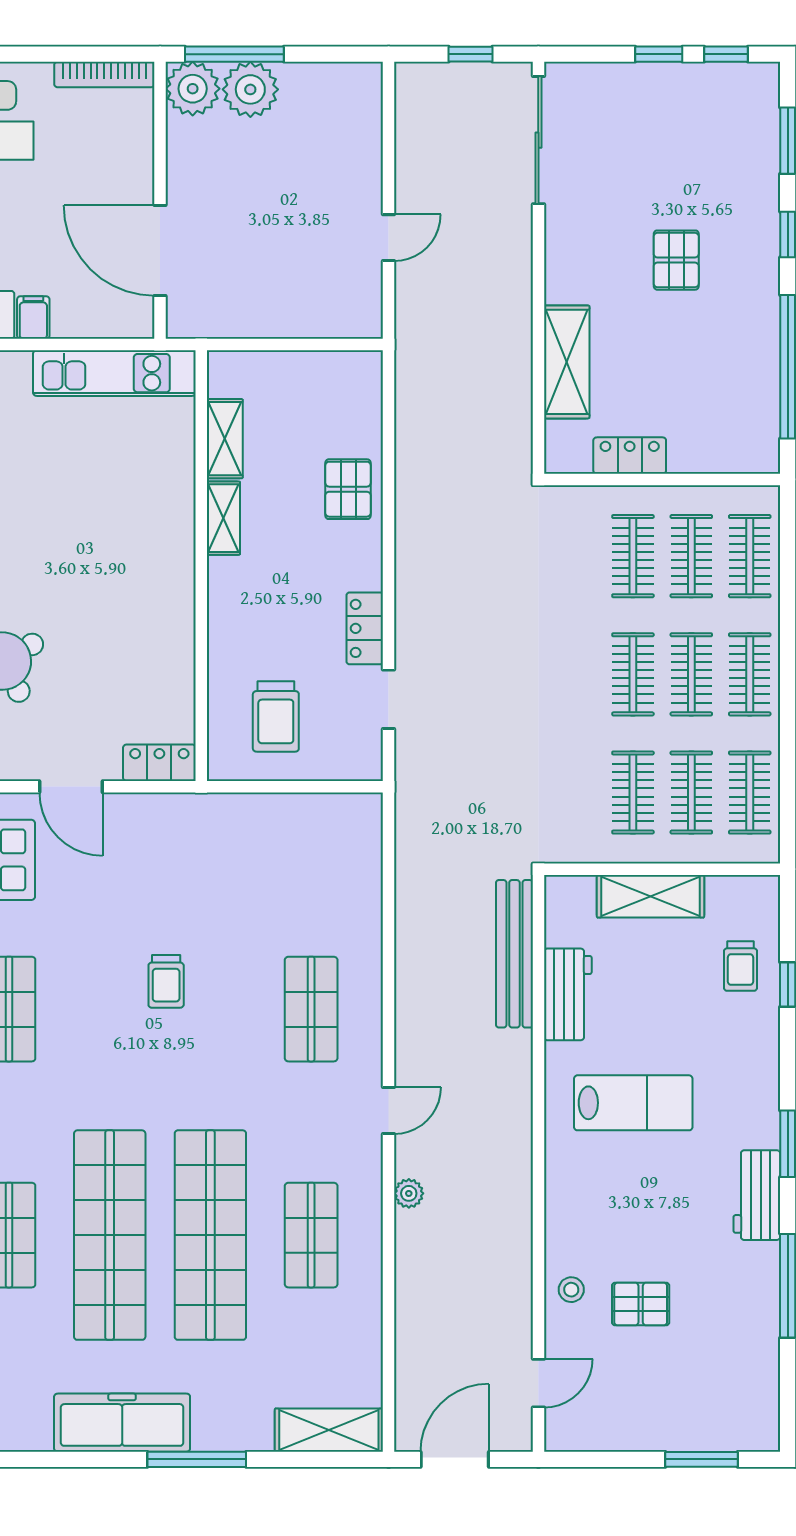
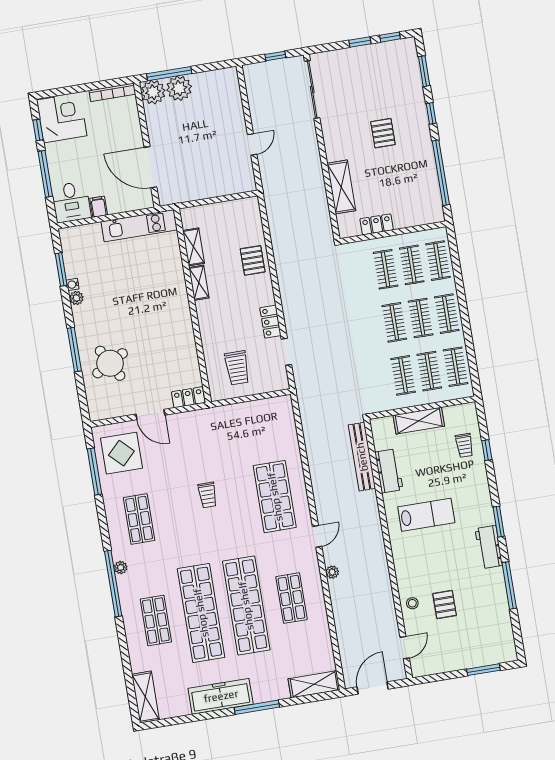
shop shelf: (311, 1009) -> (275, 497), width x1.43, depth x1.36
pallet: (641, 1304) -> (445, 605), turned 90

